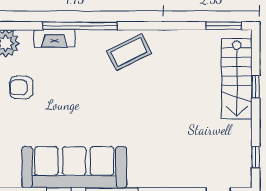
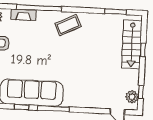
window: (224, 26) -> (115, 12), moved
plant: (241, 166) -> (132, 97), added

